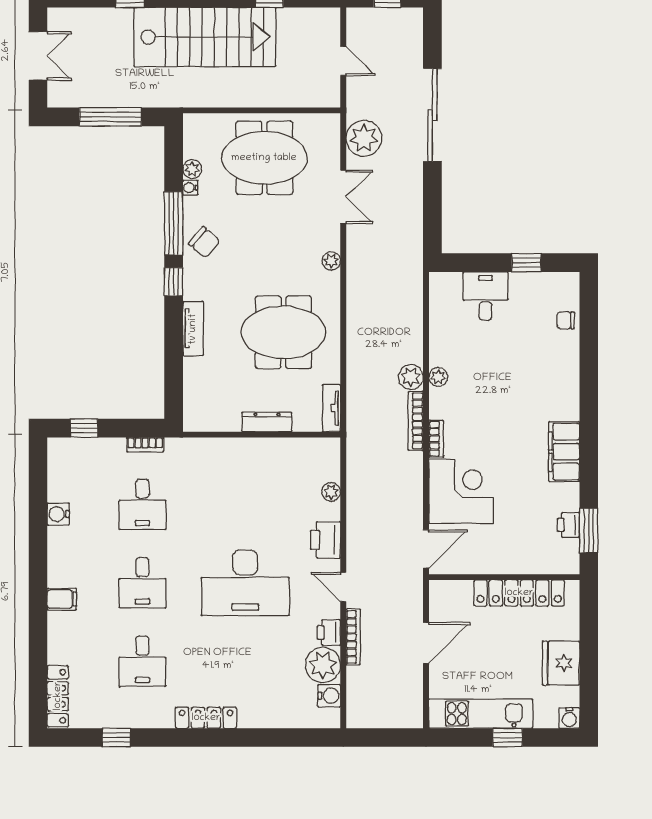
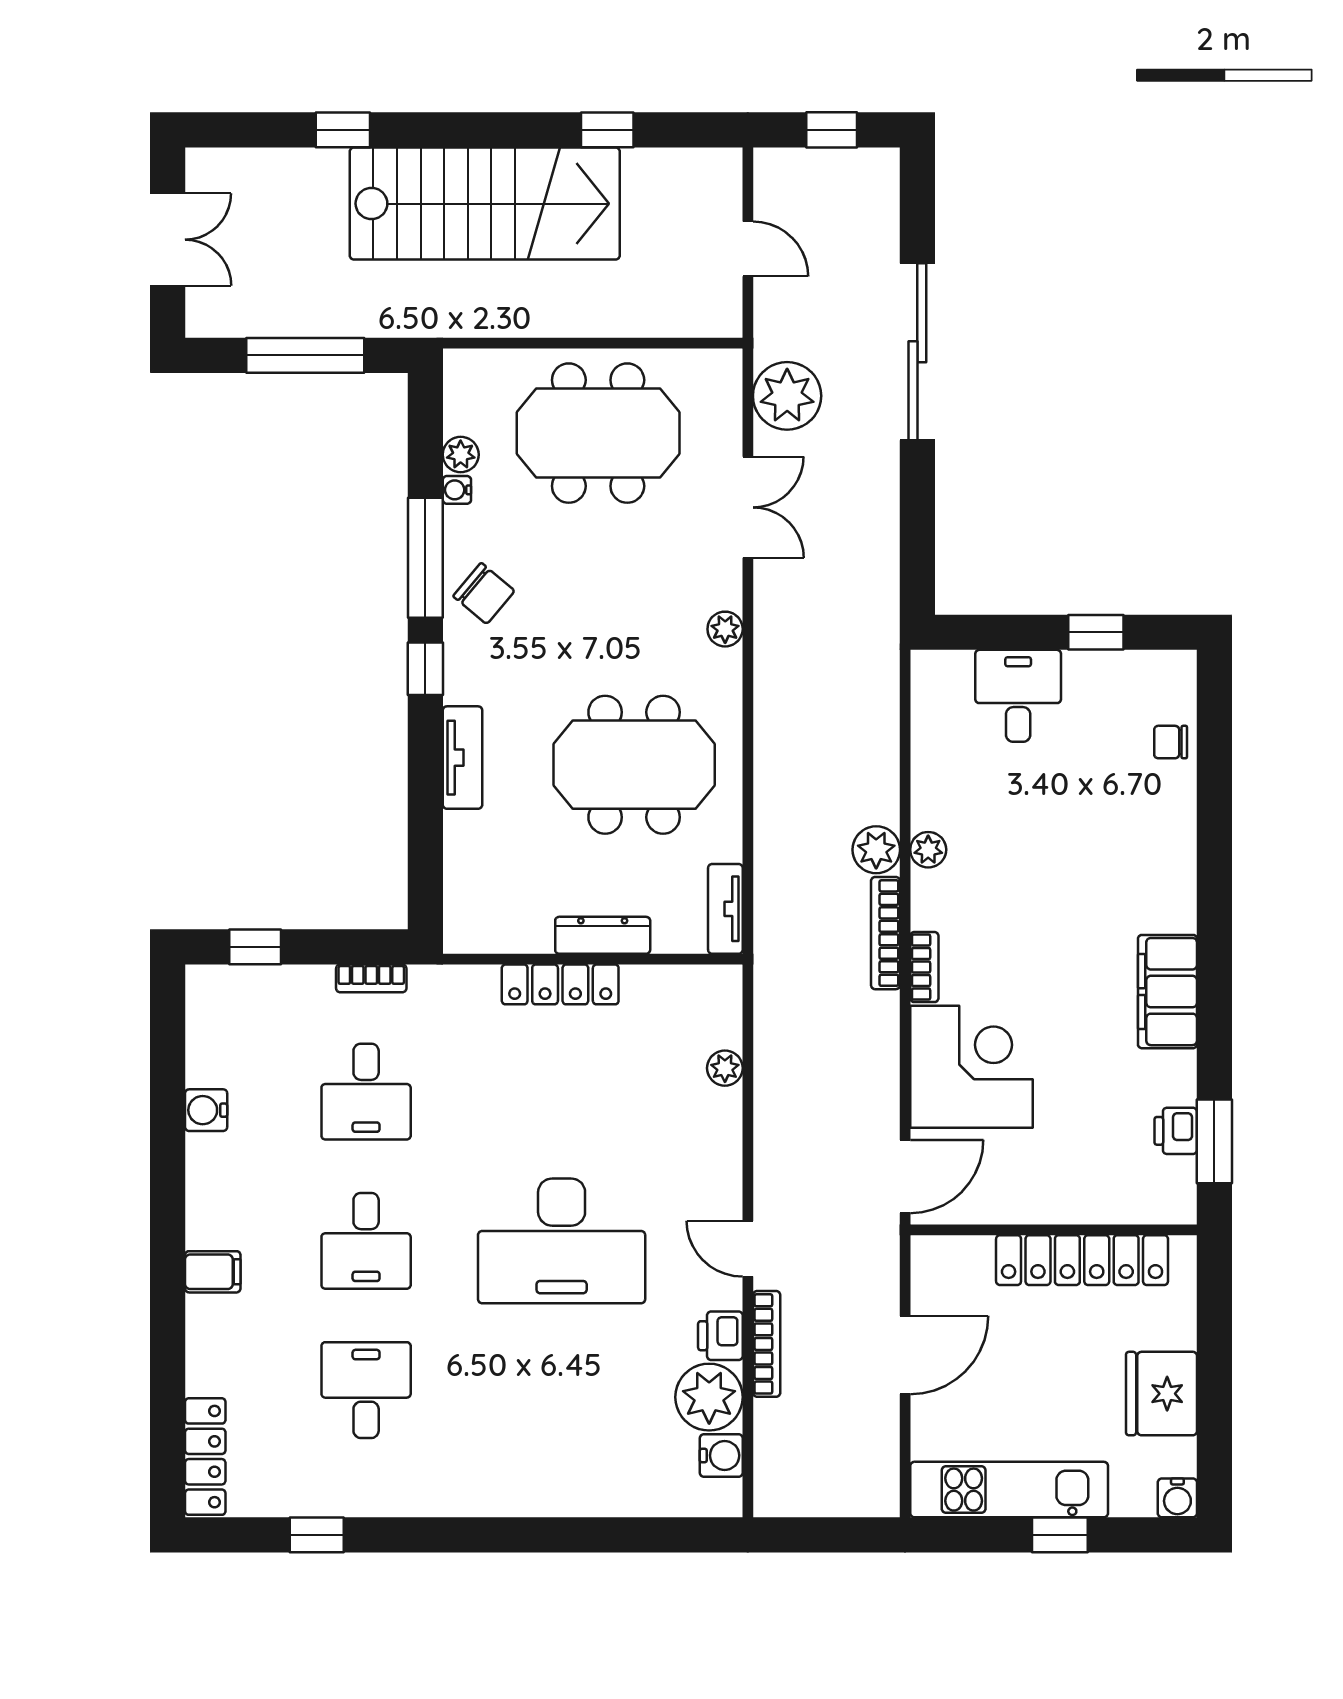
printer: (325, 540) -> (714, 1159), removed
desk: (142, 661) -> (366, 1390), turned 180
locker: (206, 718) -> (560, 984), moved, turned 180

